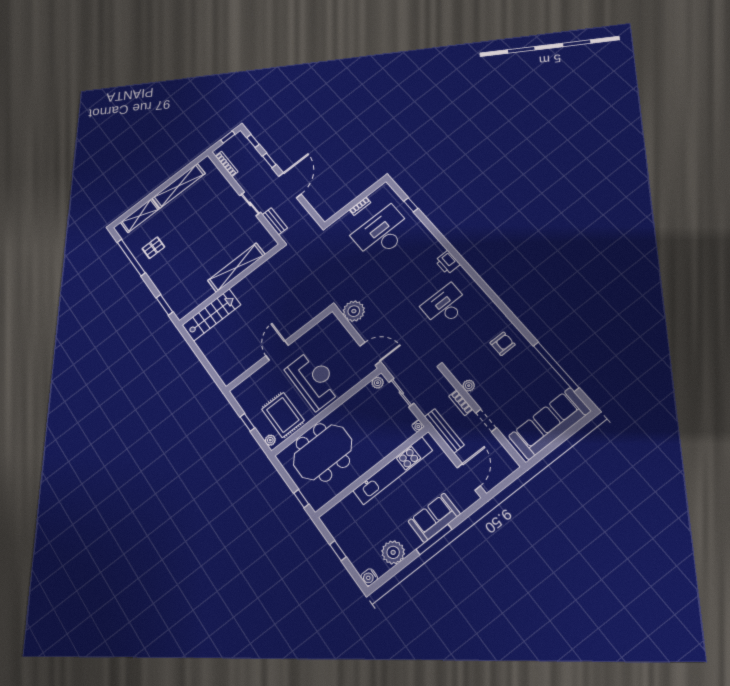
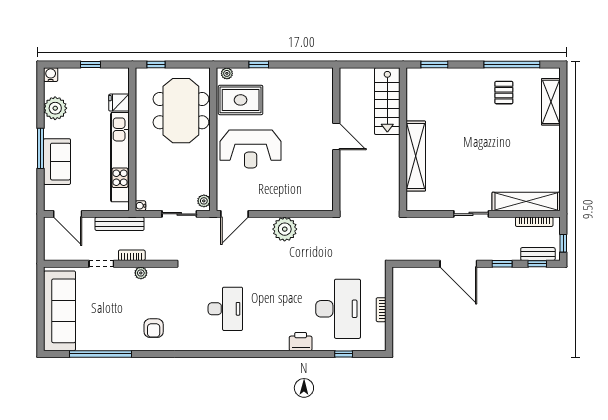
shelving: (179, 186) -> (526, 201), moved, turned 90
bench: (275, 221) -> (538, 254), moved
printer: (447, 262) -> (301, 342), moved
wall: (279, 349) -> (336, 139), moved
door: (277, 351) -> (336, 136), moved
fridge: (351, 504) -> (119, 103), added

